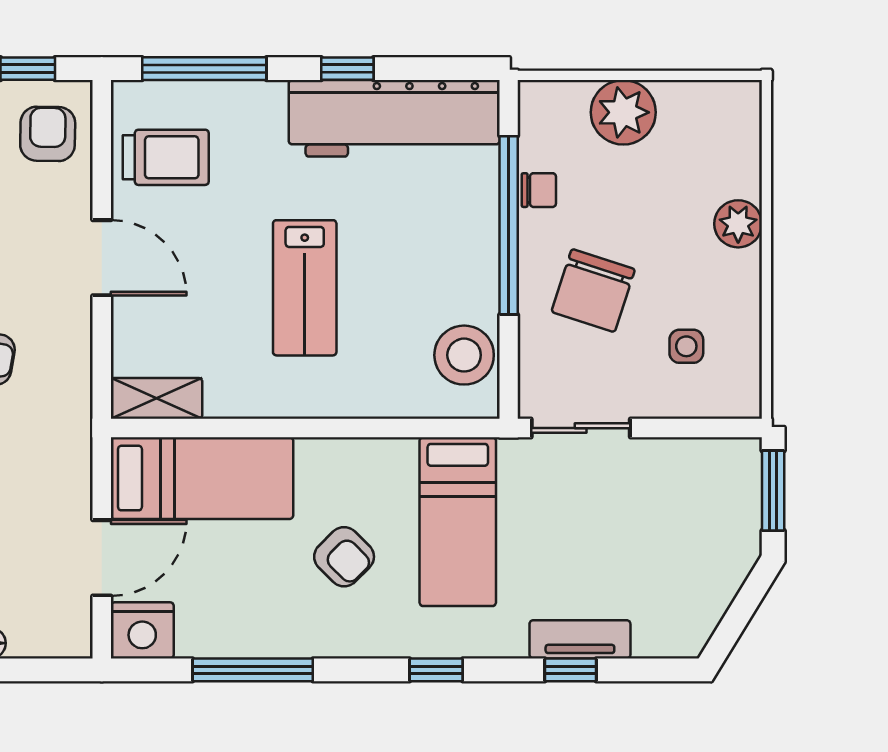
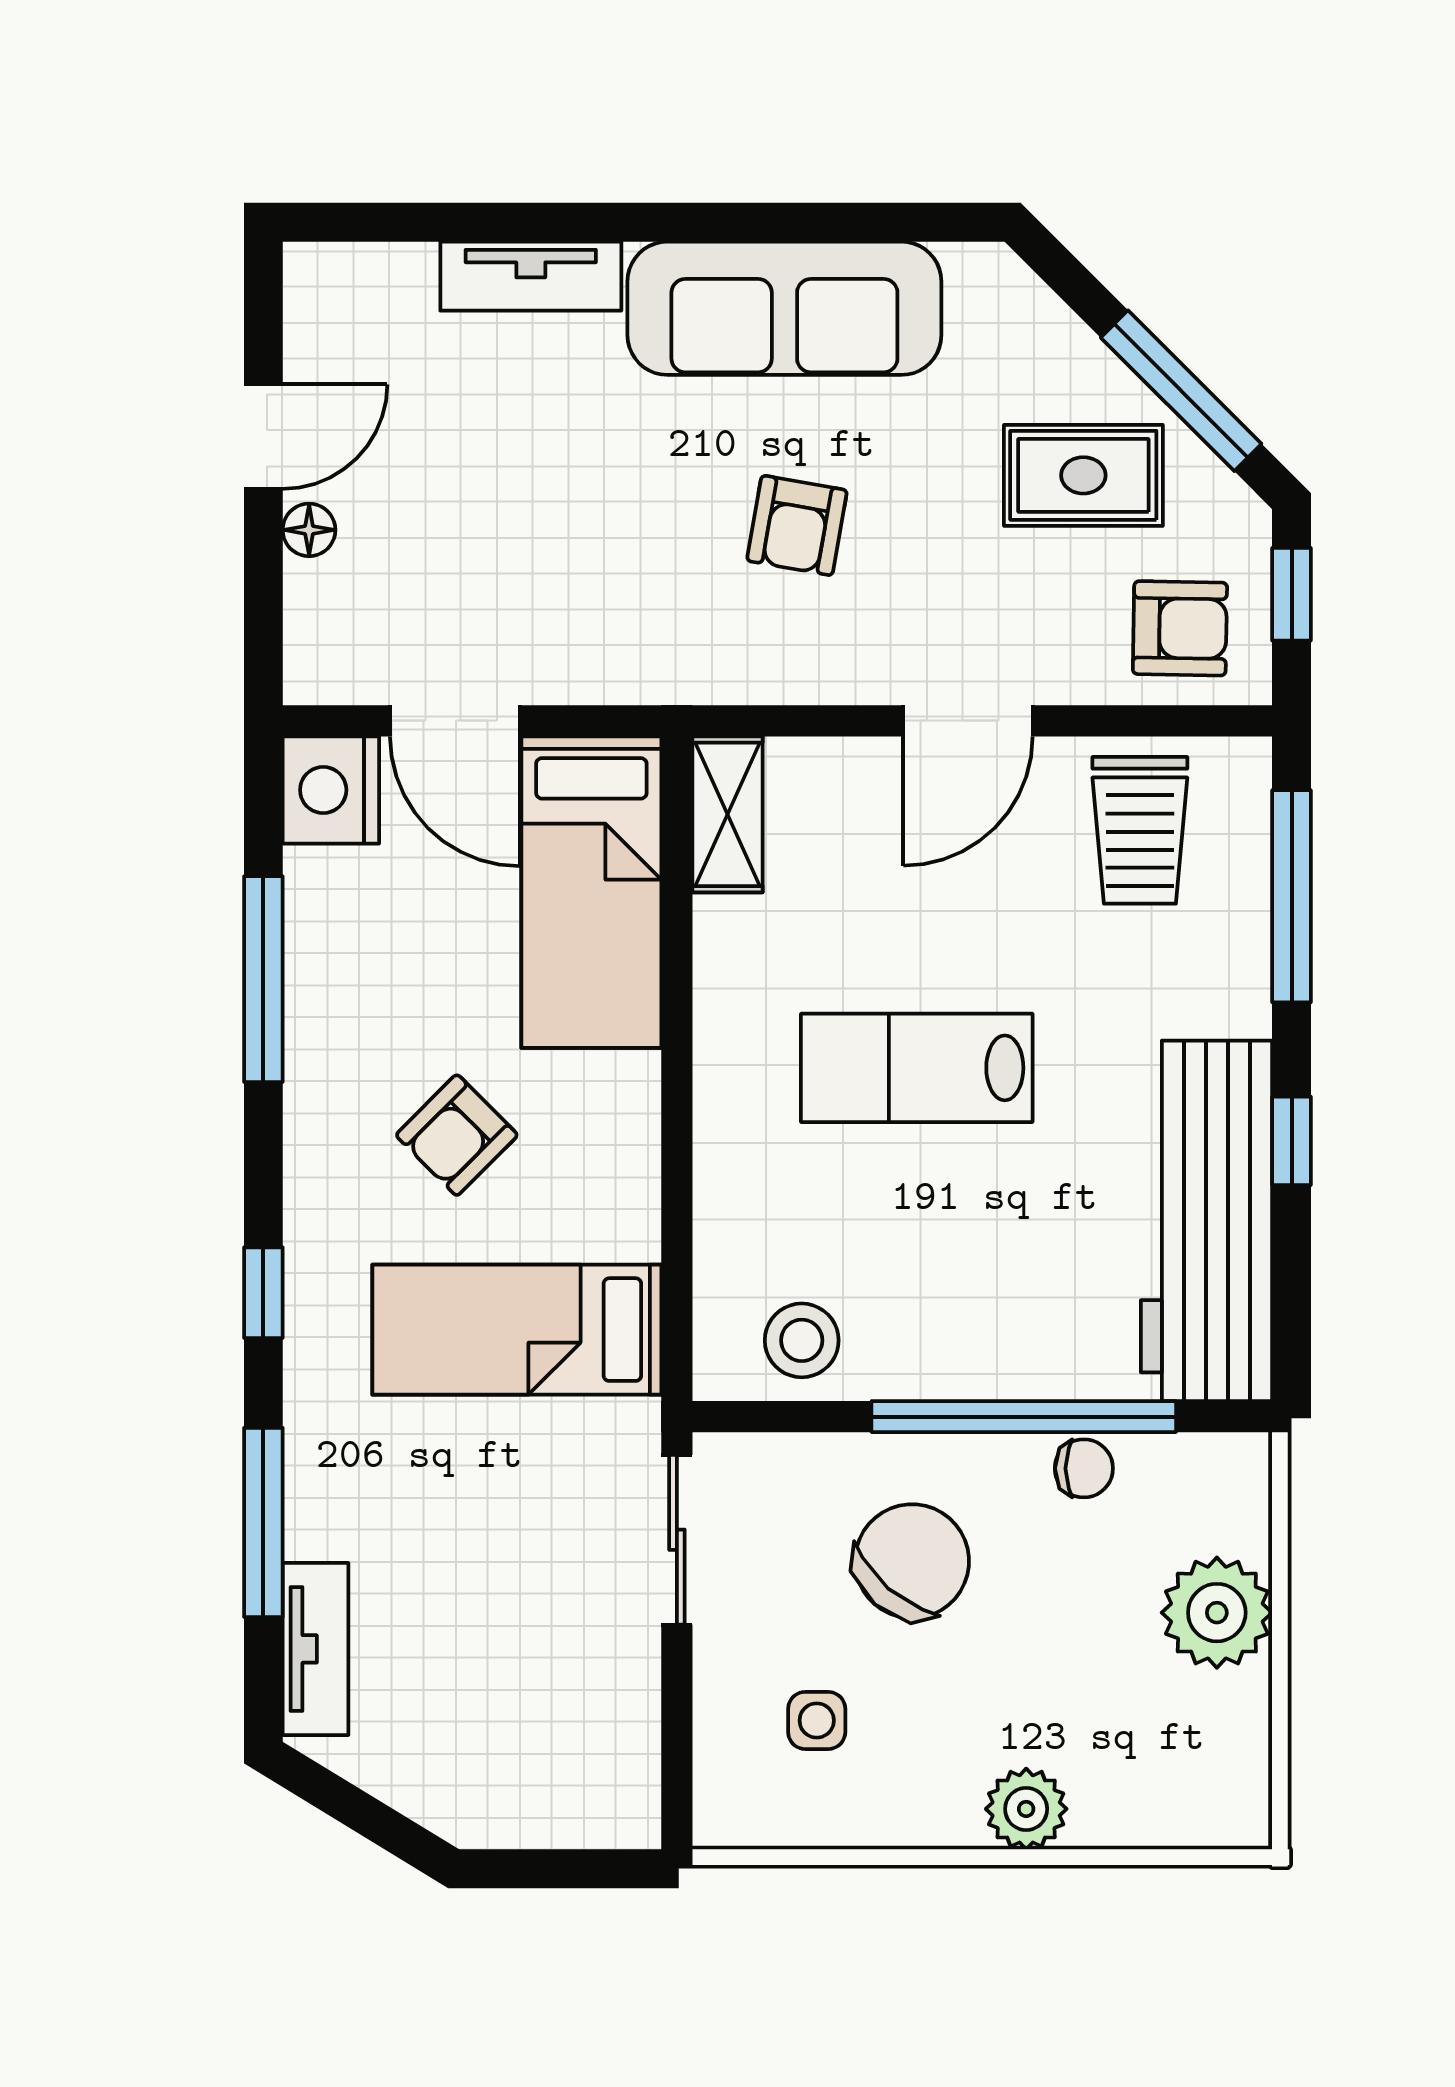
chair: (539, 190) -> (1084, 1468), turned -90
chair: (593, 291) -> (912, 1561), turned 113
stool: (464, 355) -> (802, 1340), width x0.73, depth x0.73
window: (773, 491) -> (570, 1869), removed
tv unit: (580, 639) -> (316, 1649), moved
window: (571, 670) -> (263, 1522), width x2.17

